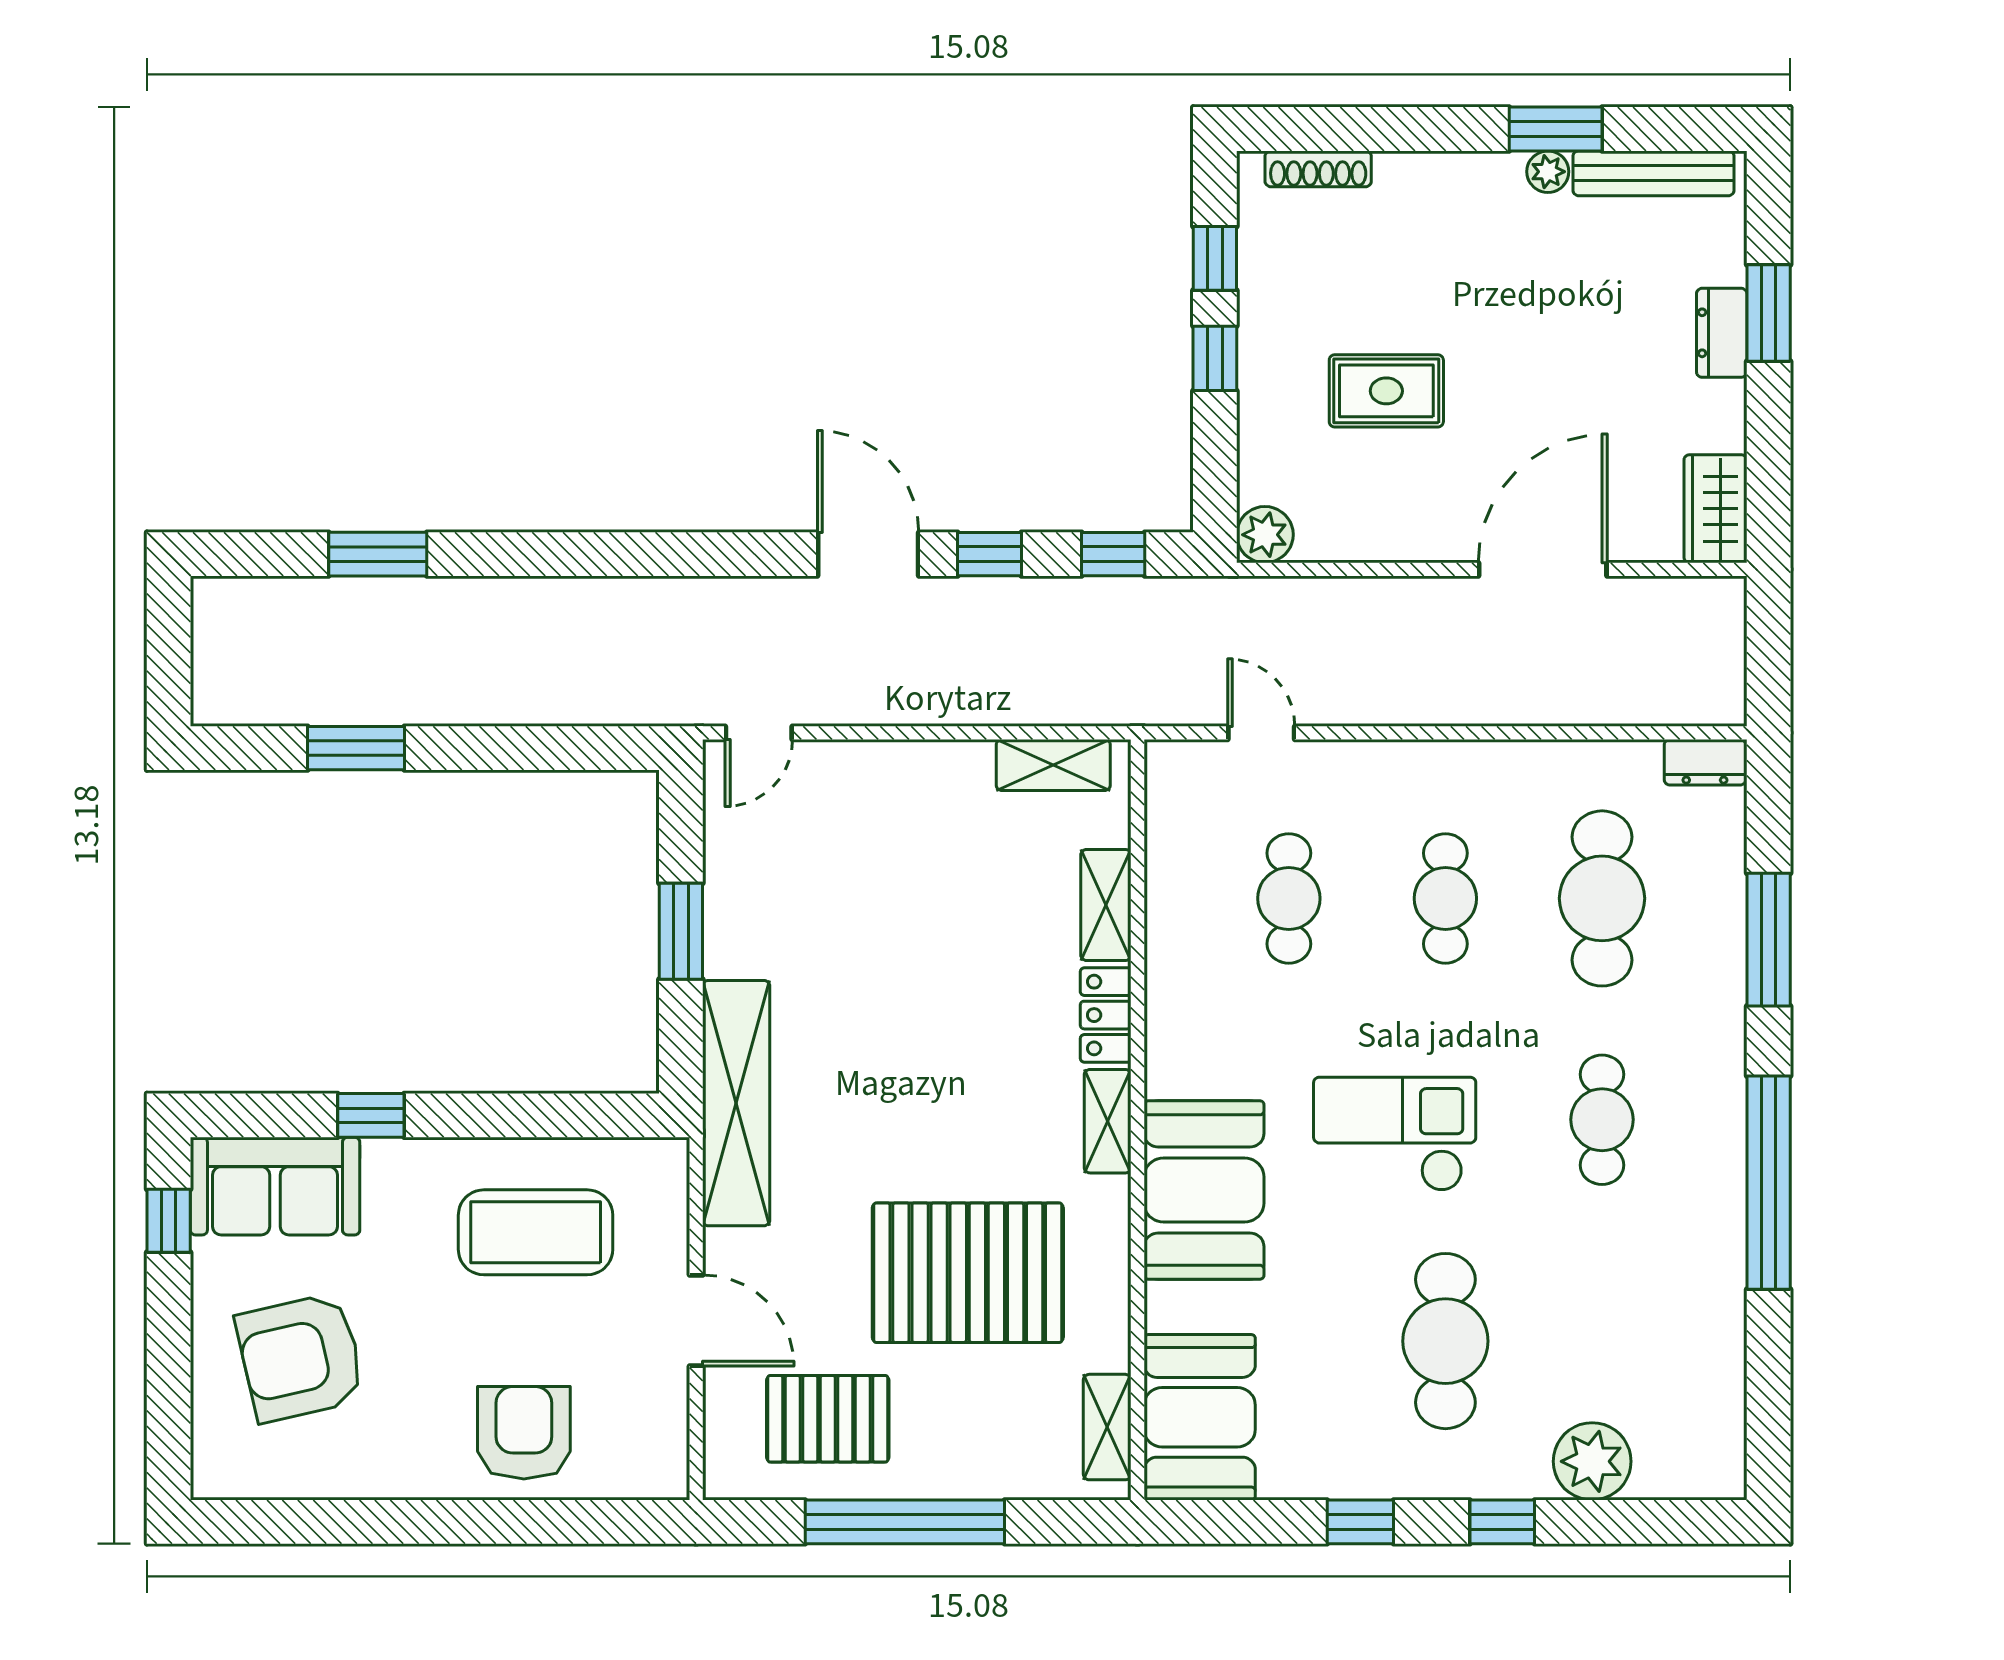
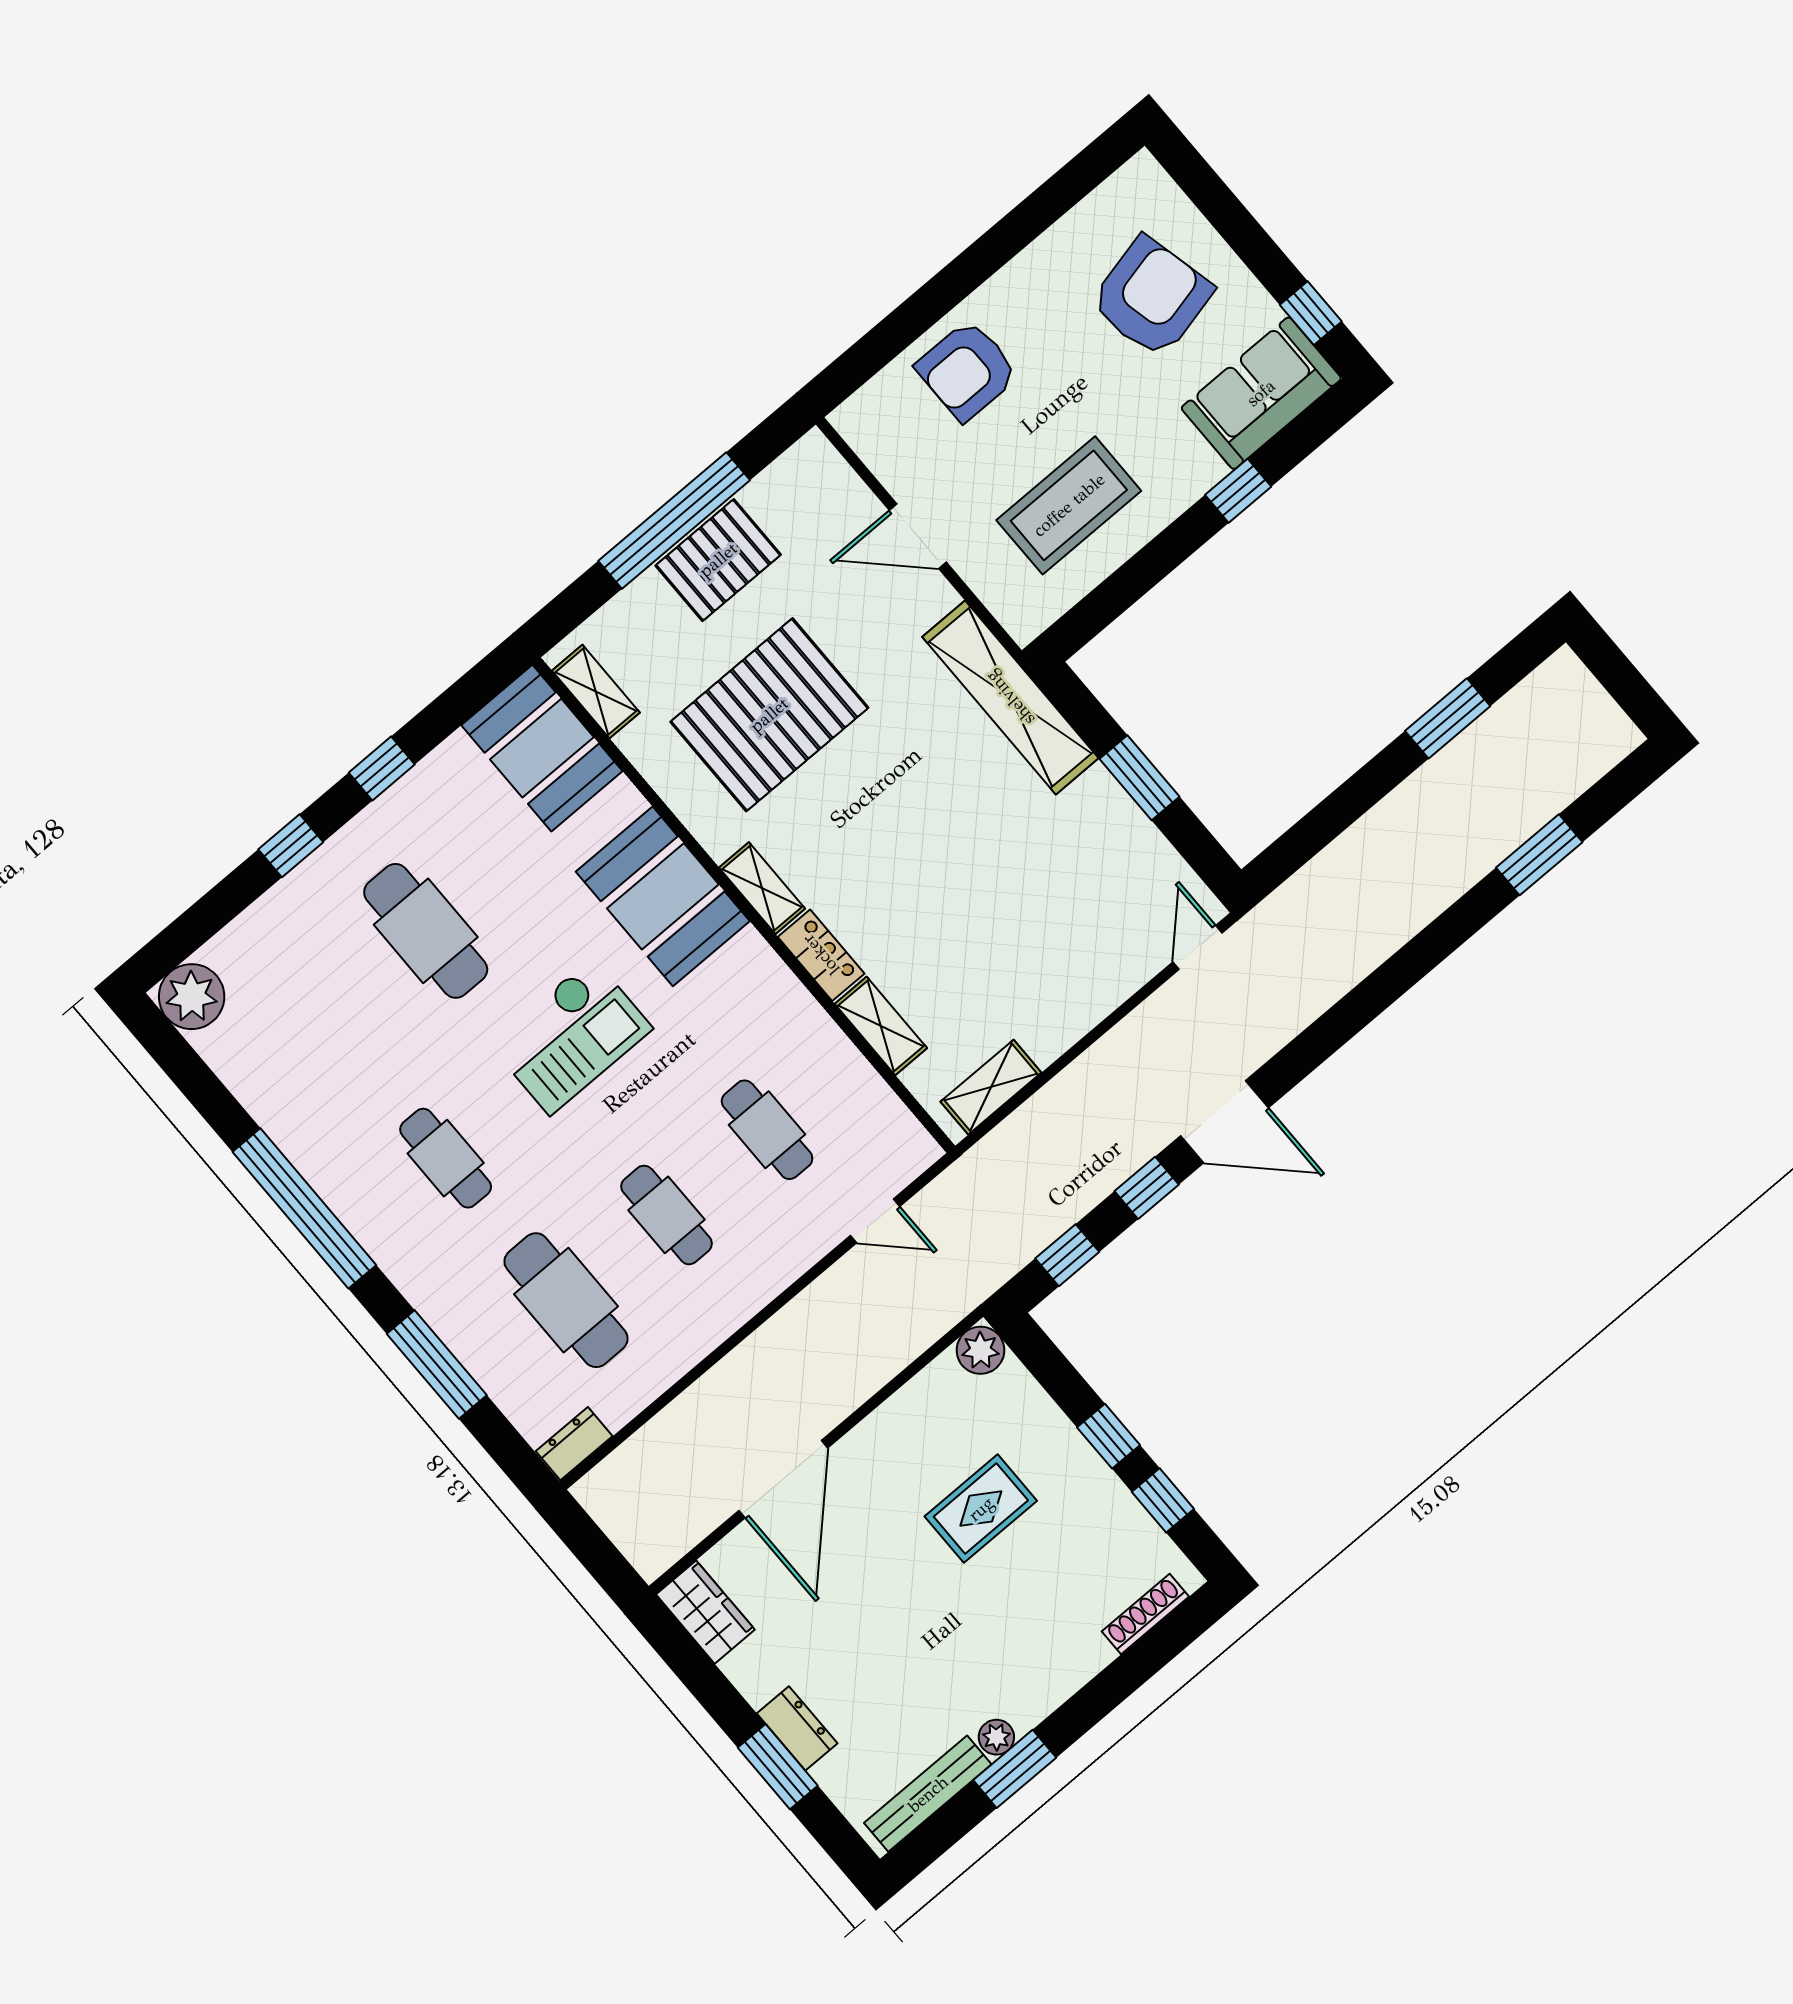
pallet: (828, 1419) -> (718, 560), moved
armchair: (524, 1433) -> (967, 370), turned 90
plant: (1592, 1461) -> (192, 997), moved

